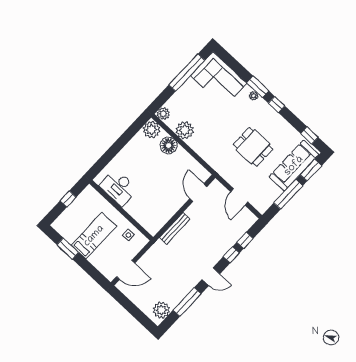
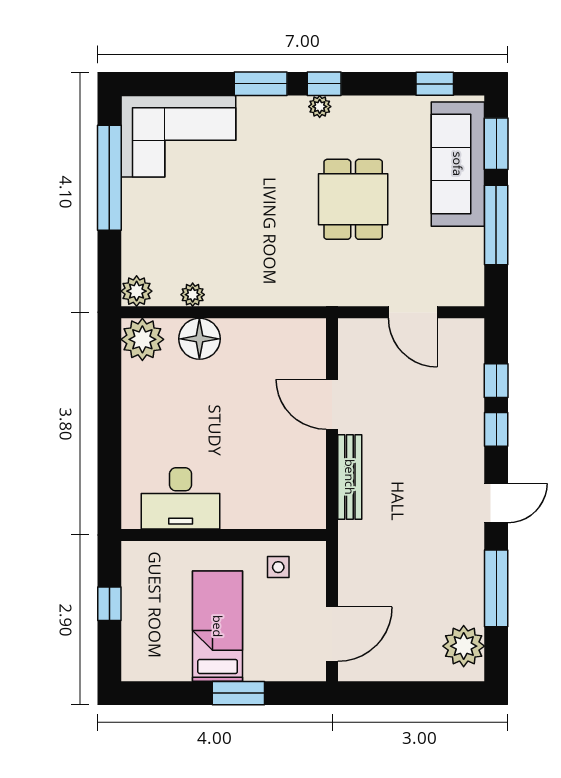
plant: (254, 96) -> (320, 107), moved
plant: (185, 130) -> (193, 295), width x0.53, depth x0.53
dining table: (253, 147) -> (353, 199), turned 90
door: (198, 193) -> (332, 404), moved
window: (68, 249) -> (238, 693), moved

